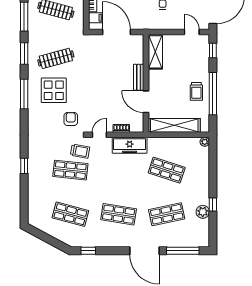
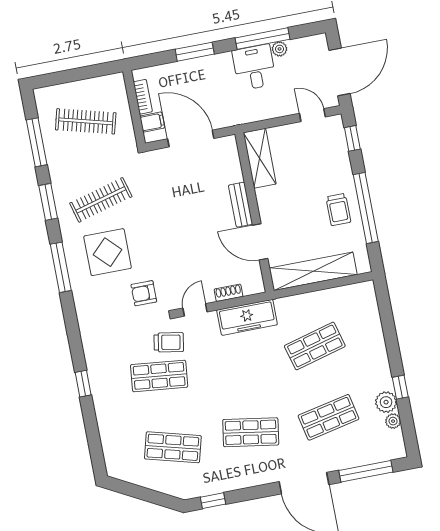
armchair: (71, 119) -> (144, 293), turned -90
plant: (205, 142) -> (393, 421), moved
shop shelf: (167, 170) -> (315, 346), turned -33

